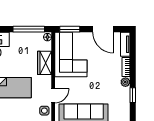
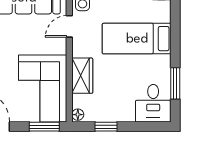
window: (29, 29) -> (106, 127), width x0.46

